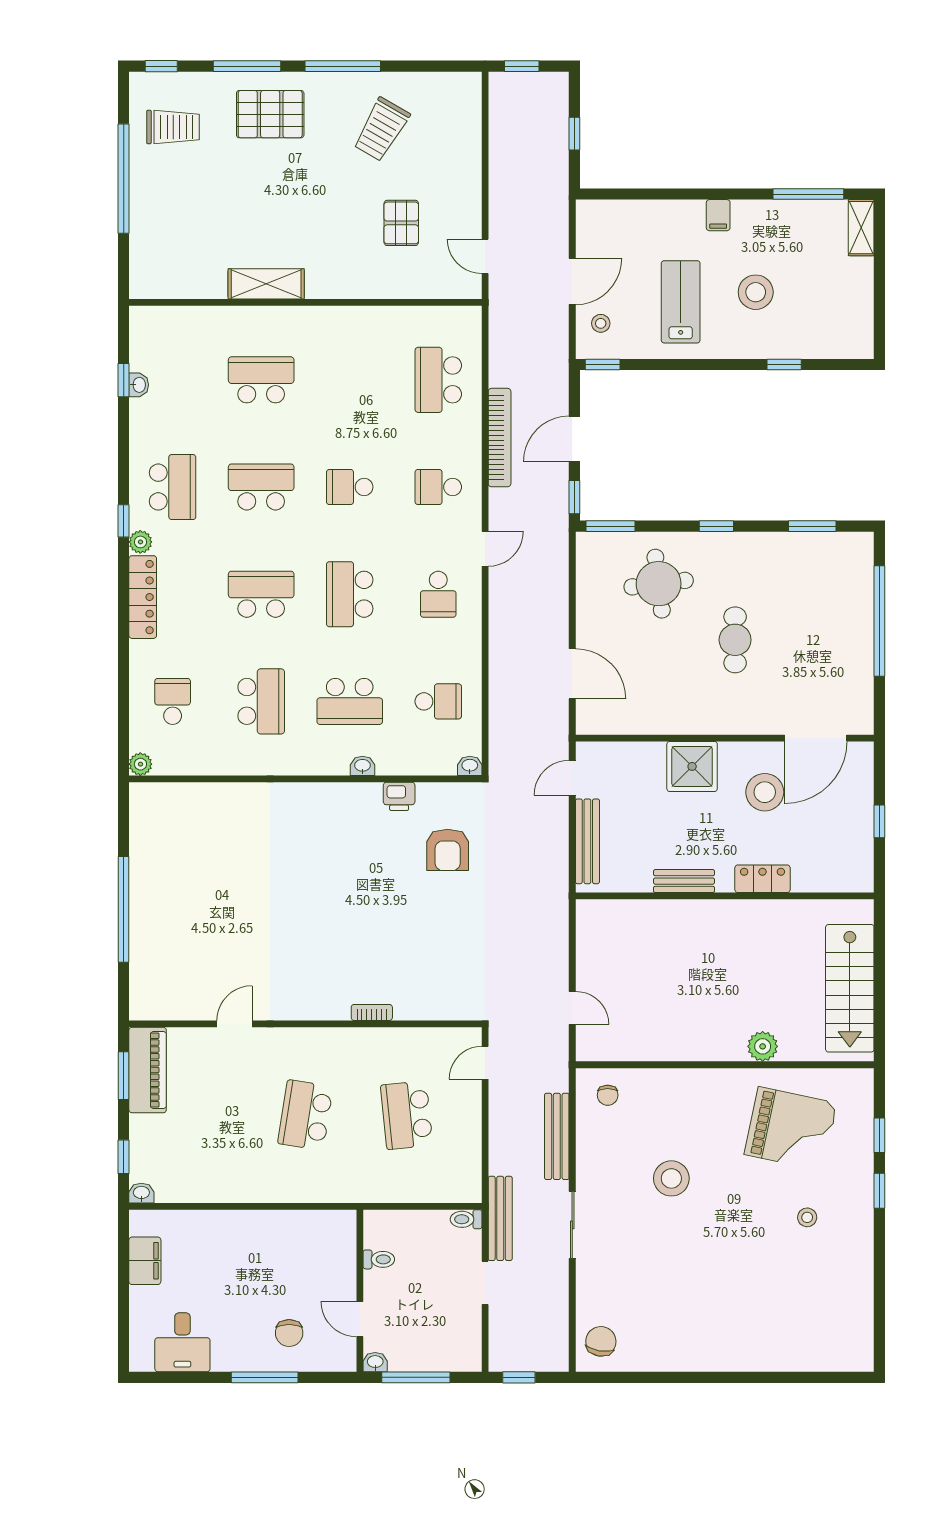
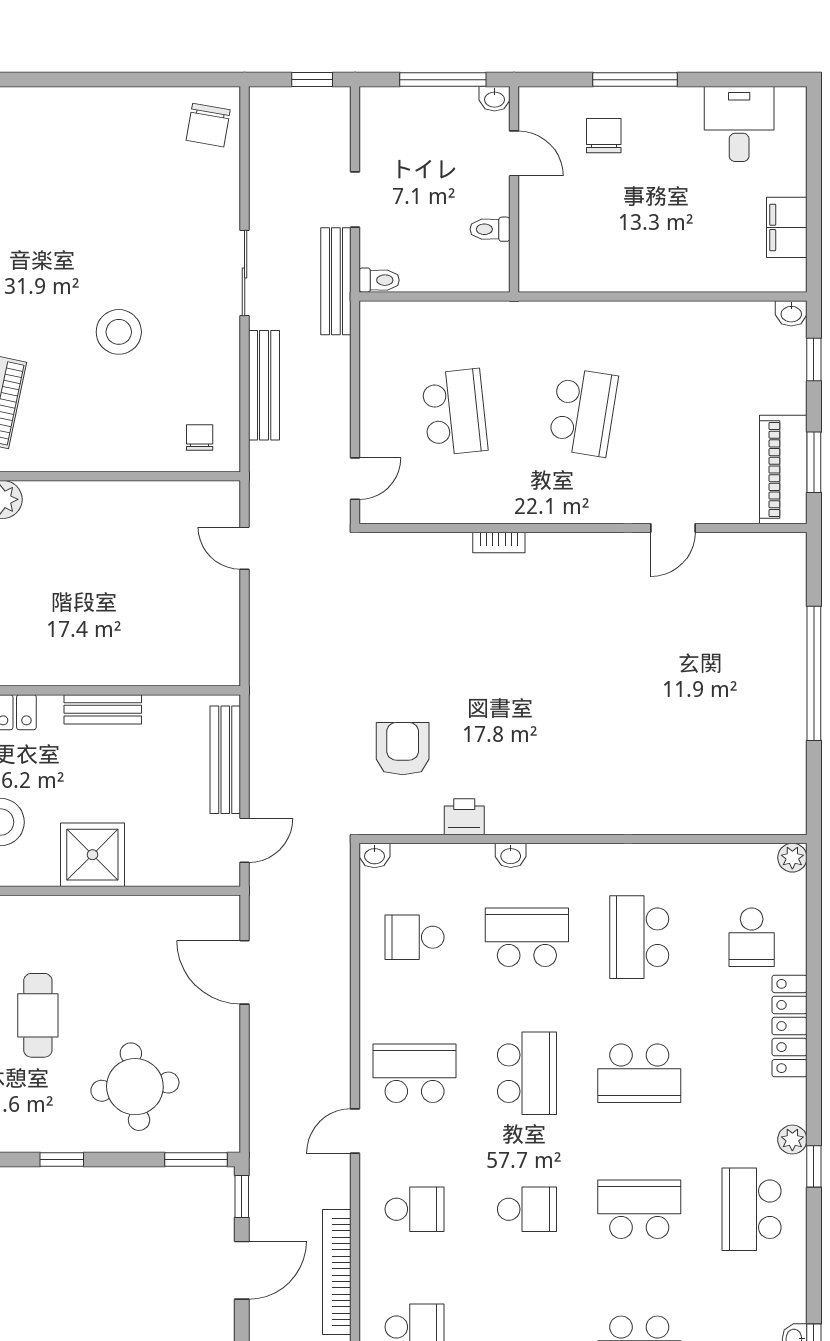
school desk: (261, 487) -> (639, 1209), turned 180
school desk: (438, 594) -> (415, 1073), width x1.85
locker: (143, 597) -> (790, 1026), moved

